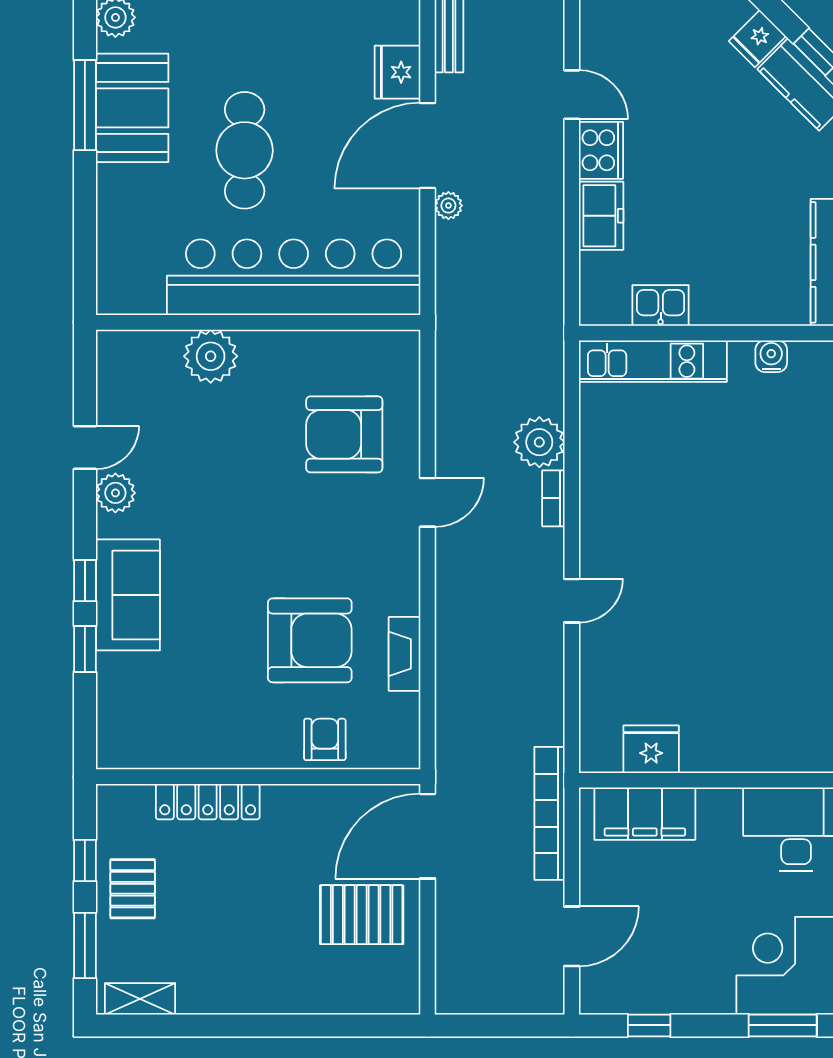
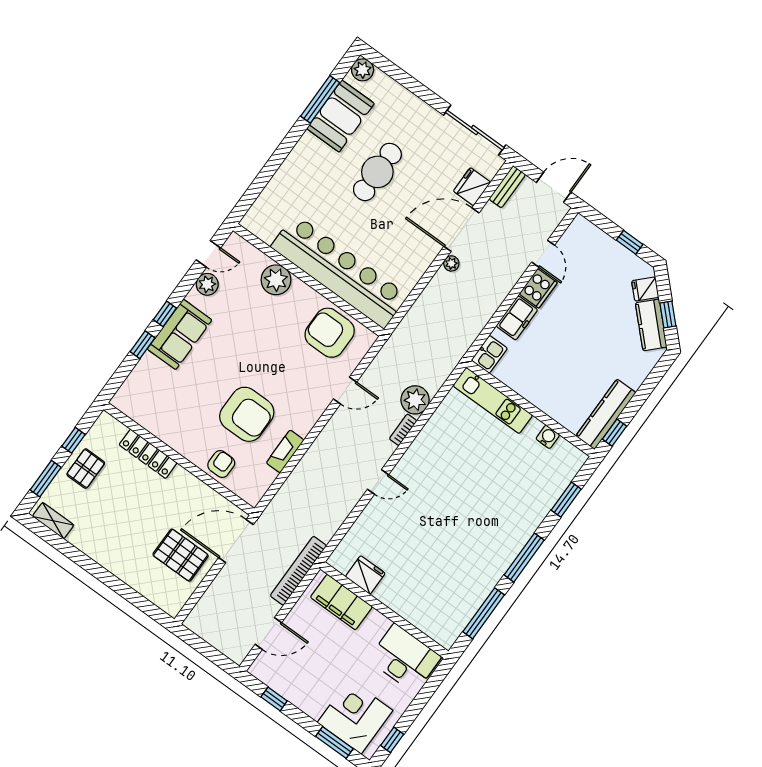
bar counter: (294, 277) -> (339, 271), moved
kitchen sink: (661, 305) -> (489, 354), moved, turned 90
wall: (258, 322) -> (308, 280), moved
plant: (211, 356) -> (276, 280), moved

